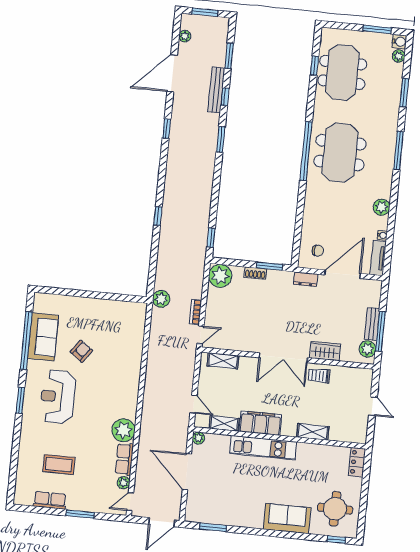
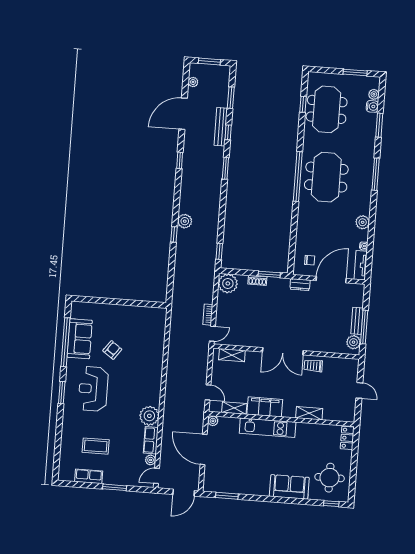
water cooler: (399, 42) -> (372, 106), moved
plant: (161, 299) -> (185, 221), moved
wardrobe: (325, 351) -> (318, 345), removed

